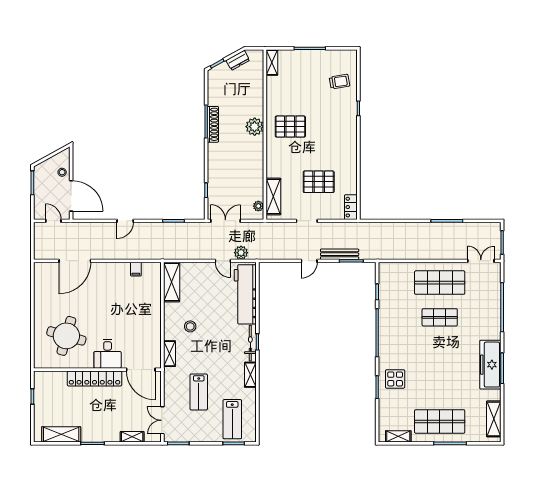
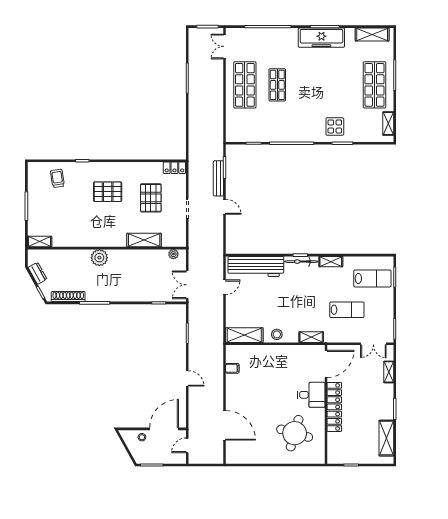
shoe rack: (213, 124) -> (68, 297), moved
pallet: (290, 127) -> (108, 192), moved, turned 90
shelving: (273, 197) -> (144, 240), moved
plant: (241, 253) -> (217, 270), removed
stool: (190, 326) -> (277, 334), moved

